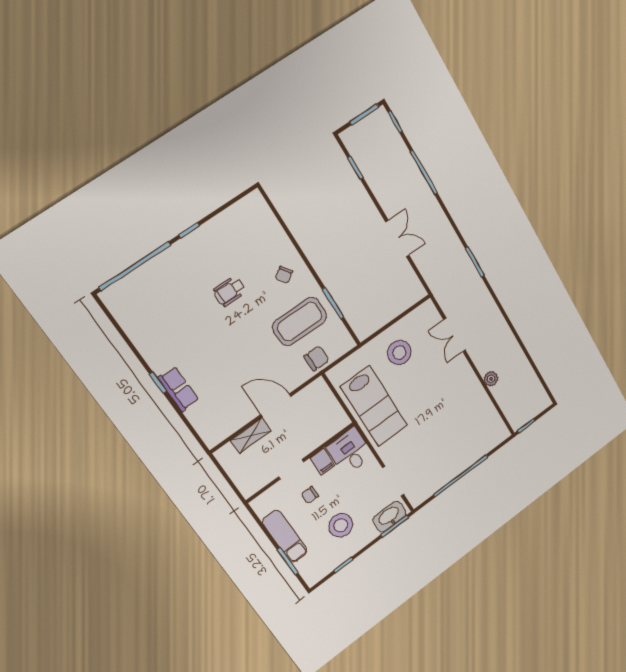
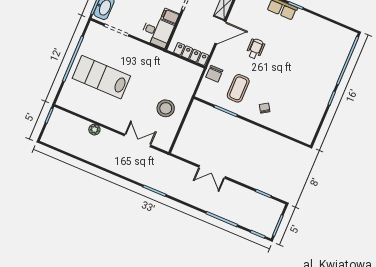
wheelchair: (229, 291) -> (255, 49), moved
coffee table: (300, 321) -> (238, 88), width x0.73, depth x0.76
locker: (328, 400) -> (191, 54), added
lab bench: (374, 406) -> (101, 77), moved

